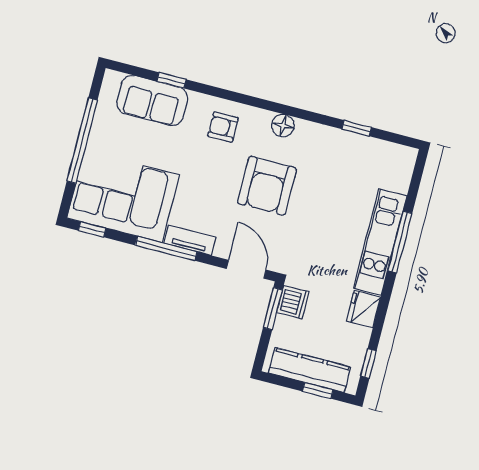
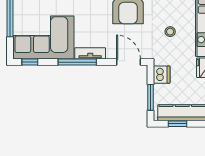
stool: (323, 239) -> (170, 32), added
window: (273, 309) -> (151, 97), moved
window: (318, 391) -> (177, 124), moved

